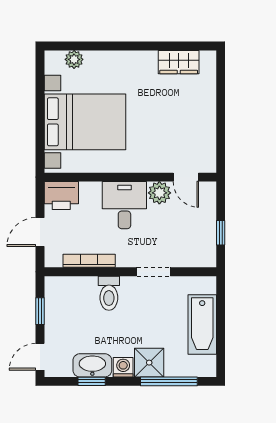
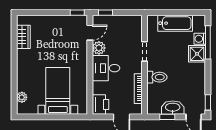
bed with nightstands: (85, 122) -> (58, 91), width x0.73
window: (221, 155) -> (77, 13), added
window: (221, 233) -> (106, 13), moved
washbasin: (92, 365) -> (173, 108), moved, turned 90
washing machine: (123, 367) -> (200, 39), moved
window: (92, 381) -> (208, 102), moved

